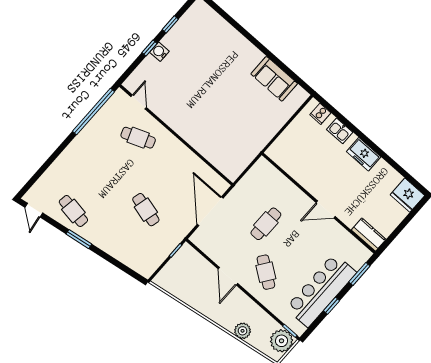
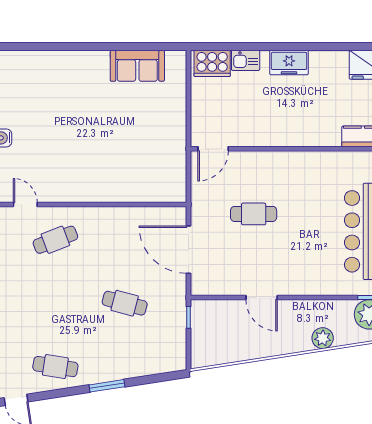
cooker: (320, 114) -> (212, 63), width x1.87, depth x1.31
door: (326, 210) -> (213, 149), moved
cafe table: (266, 224) -> (254, 214), turned 90
window: (79, 239) -> (107, 386), moved
cafe table: (266, 272) -> (295, 261), removed

